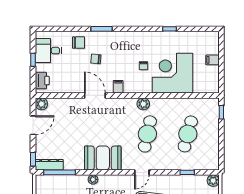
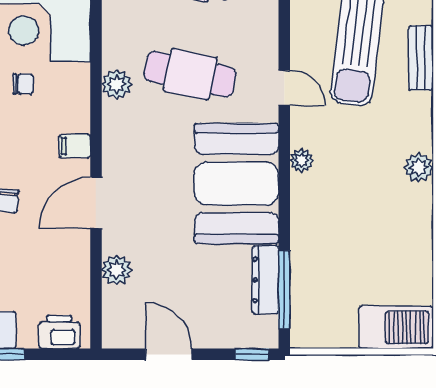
plant: (41, 104) -> (117, 270), moved
booth: (103, 158) -> (237, 184), width x1.36, depth x1.42
dresser: (49, 165) -> (265, 280), moved
plant: (93, 179) -> (302, 160), moved

